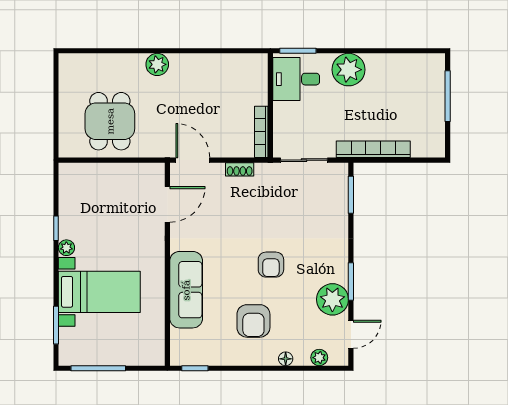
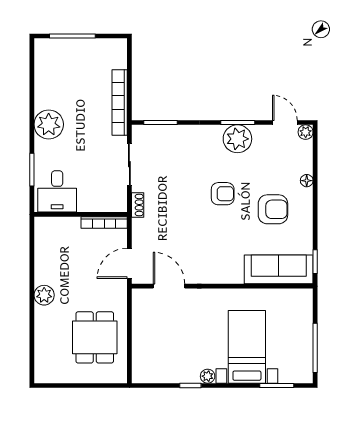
desk: (296, 79) -> (57, 191), moved
wall: (270, 105) -> (81, 214), moved
dining table: (110, 121) -> (95, 337), turned 90
bookcase: (261, 132) -> (104, 223), moved
shoe rack: (240, 169) -> (138, 205), moved
sofa: (186, 290) -> (279, 269), moved
plant: (332, 299) -> (237, 139), moved
plant: (319, 358) -> (306, 132), moved

